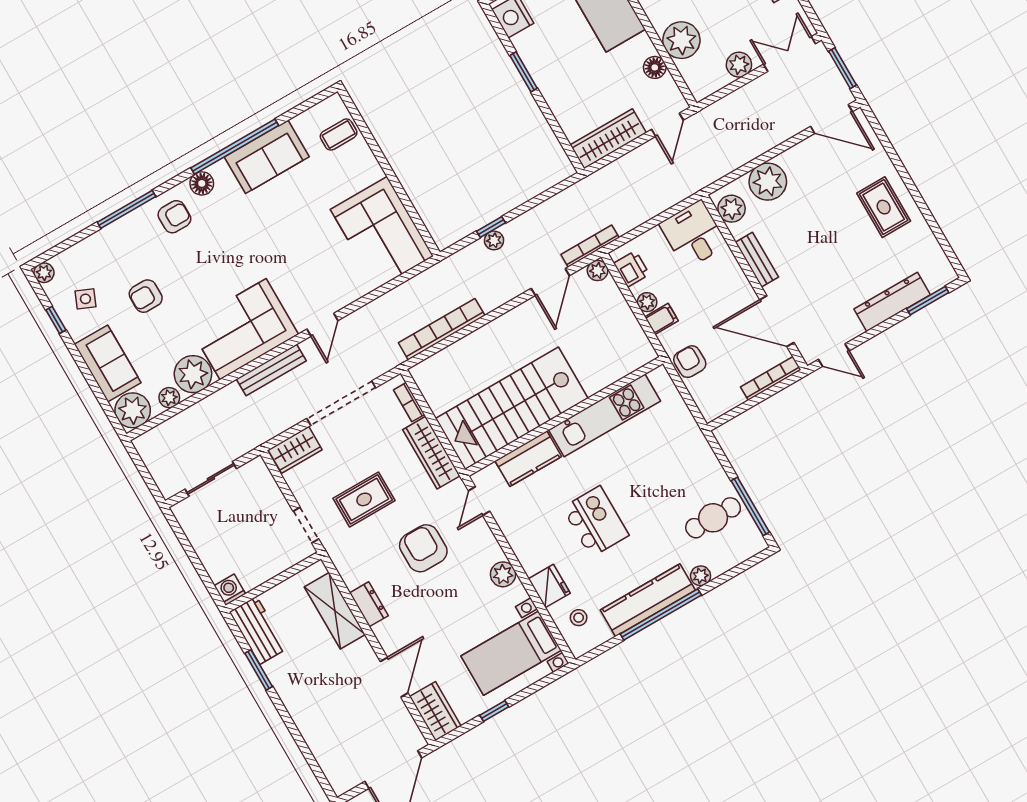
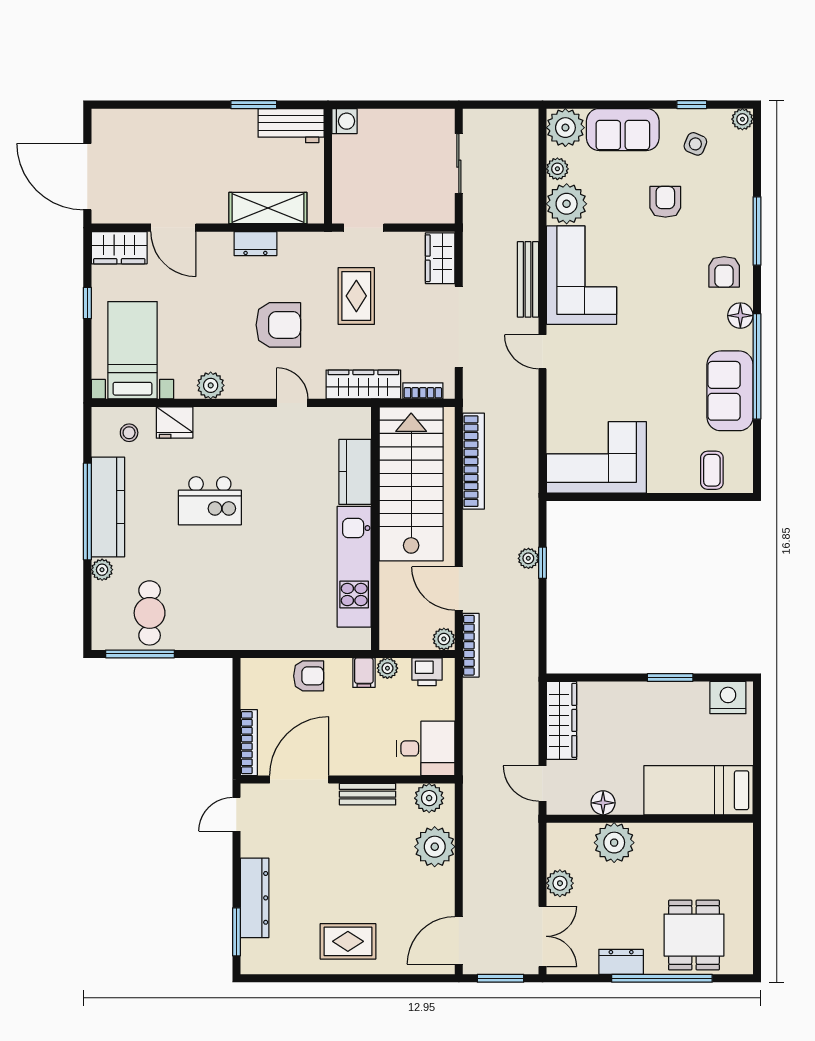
stairs: (512, 408) -> (411, 484), moved
kitchen unit: (604, 415) -> (354, 567), moved
wall: (564, 416) -> (375, 528), moved
kitchen counter: (528, 459) -> (355, 472), moved

